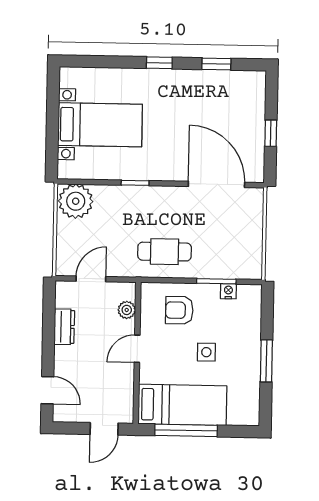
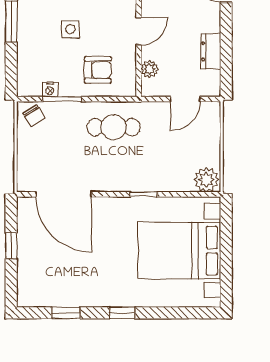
bed with nightstands: (100, 125) -> (179, 251), width x1.36
plant: (76, 201) -> (206, 180), width x0.73, depth x0.73
chair: (245, 265) -> (34, 116), added

